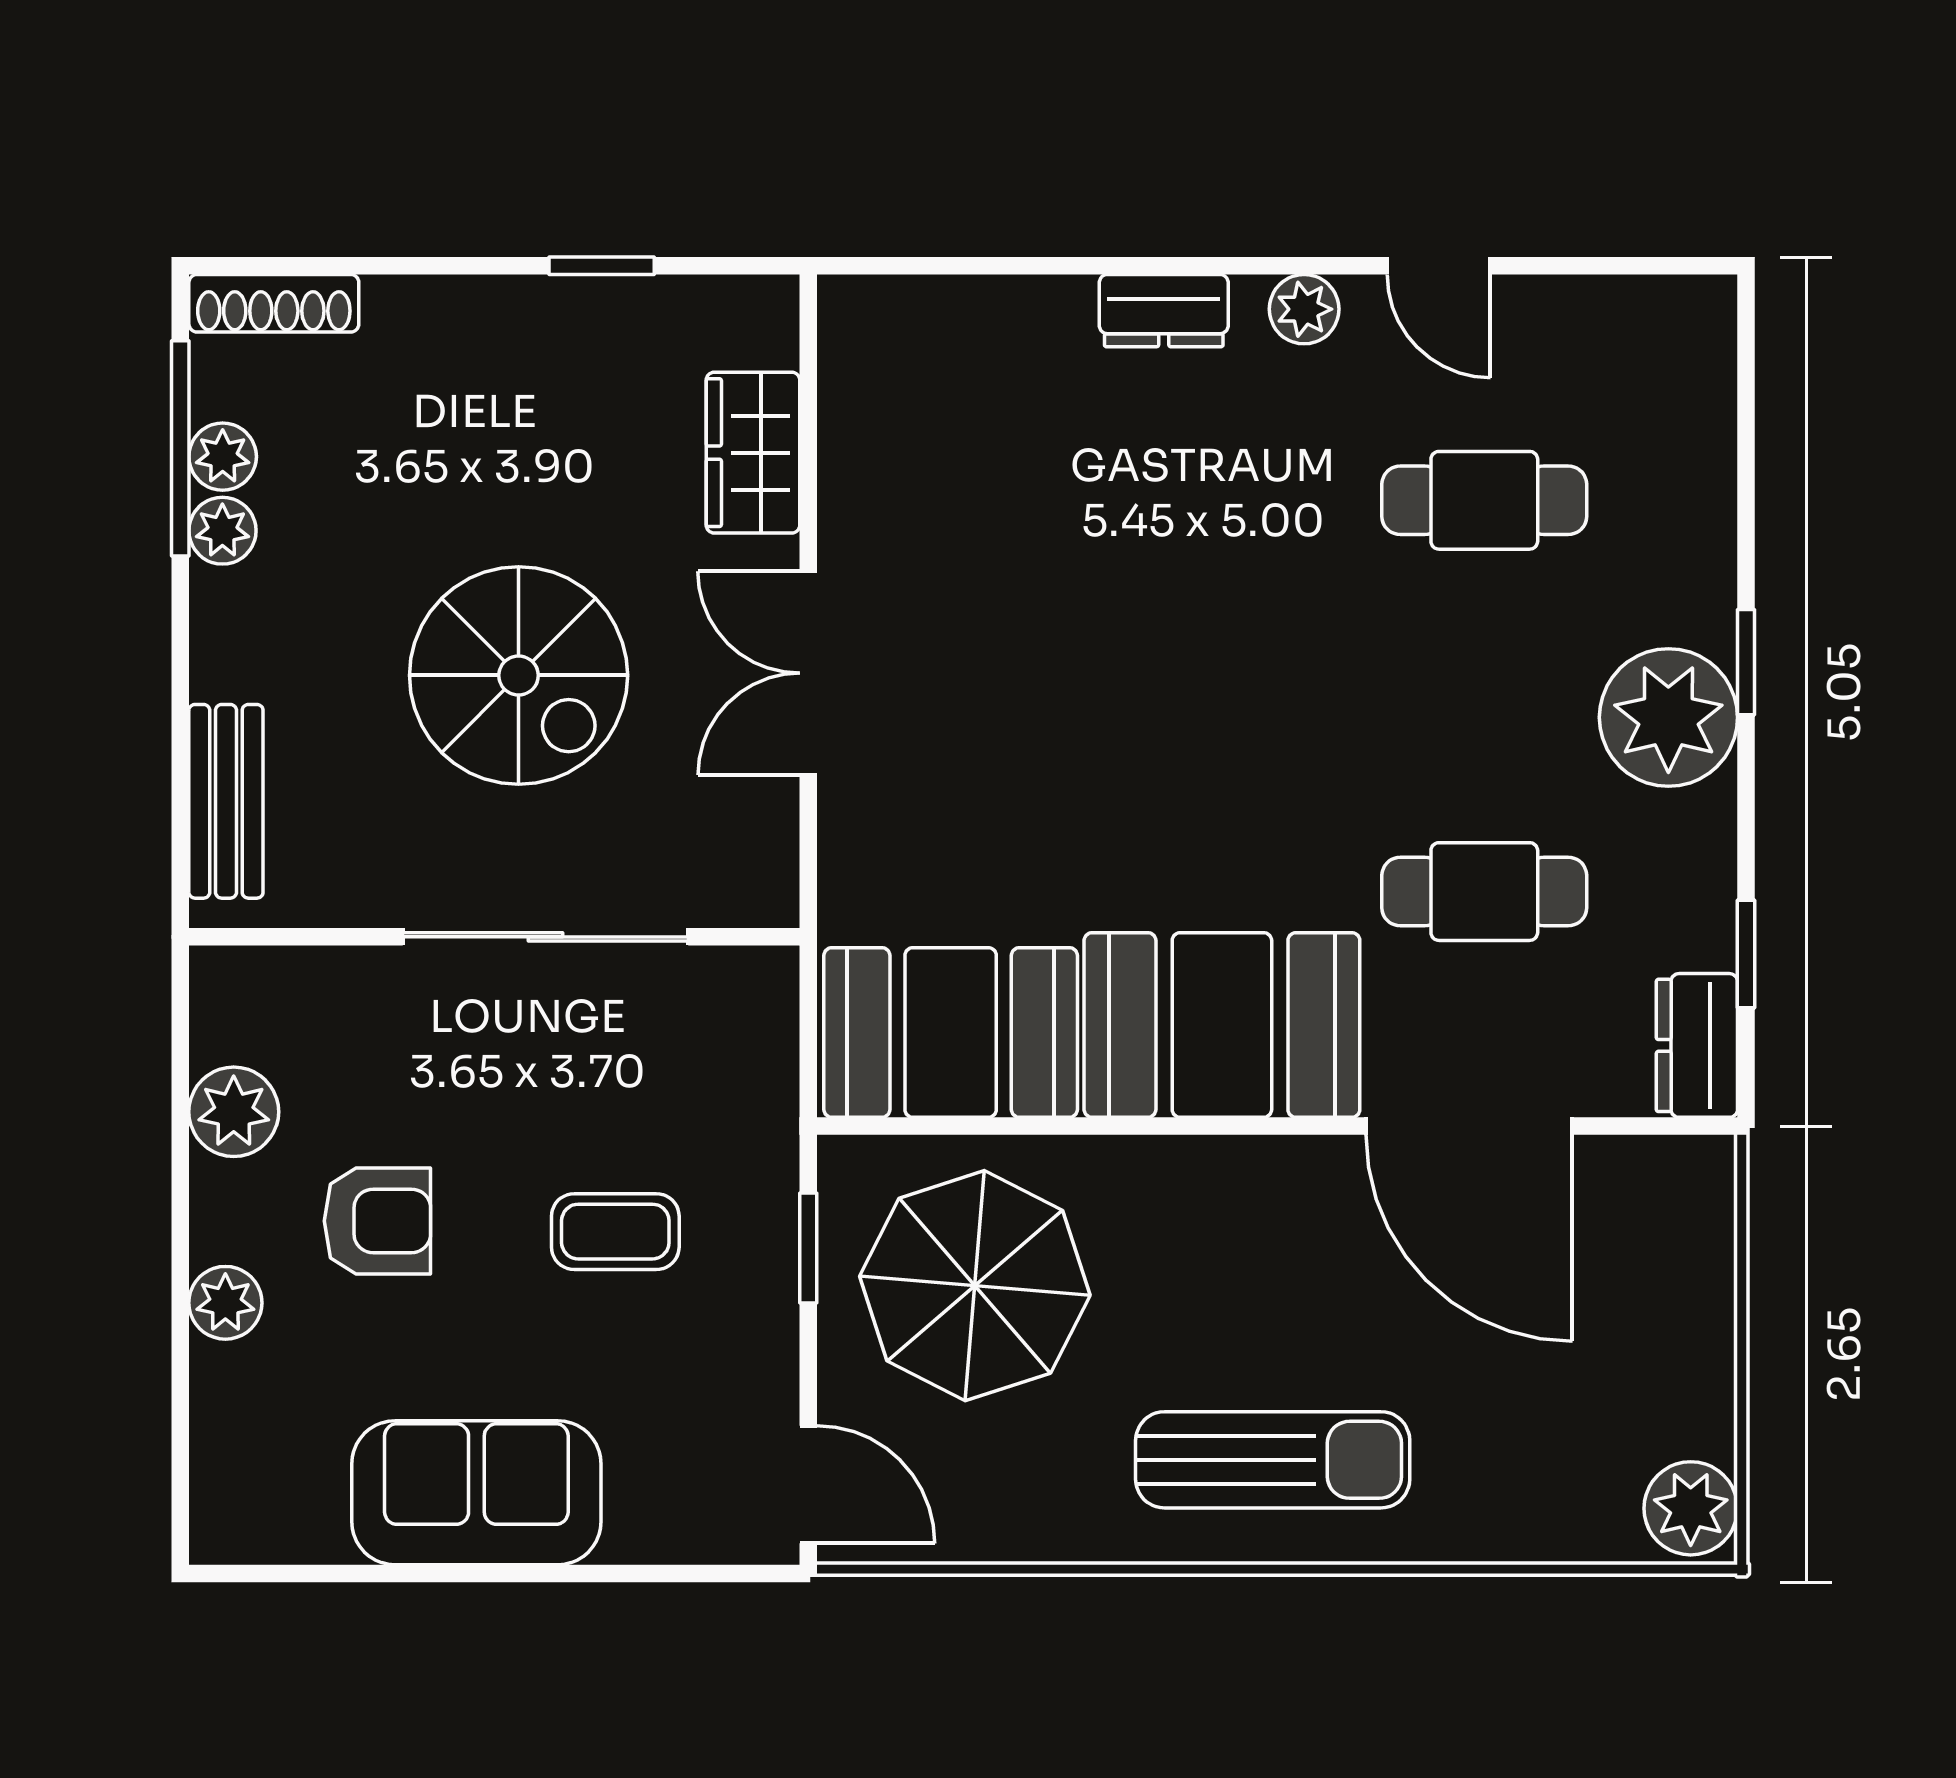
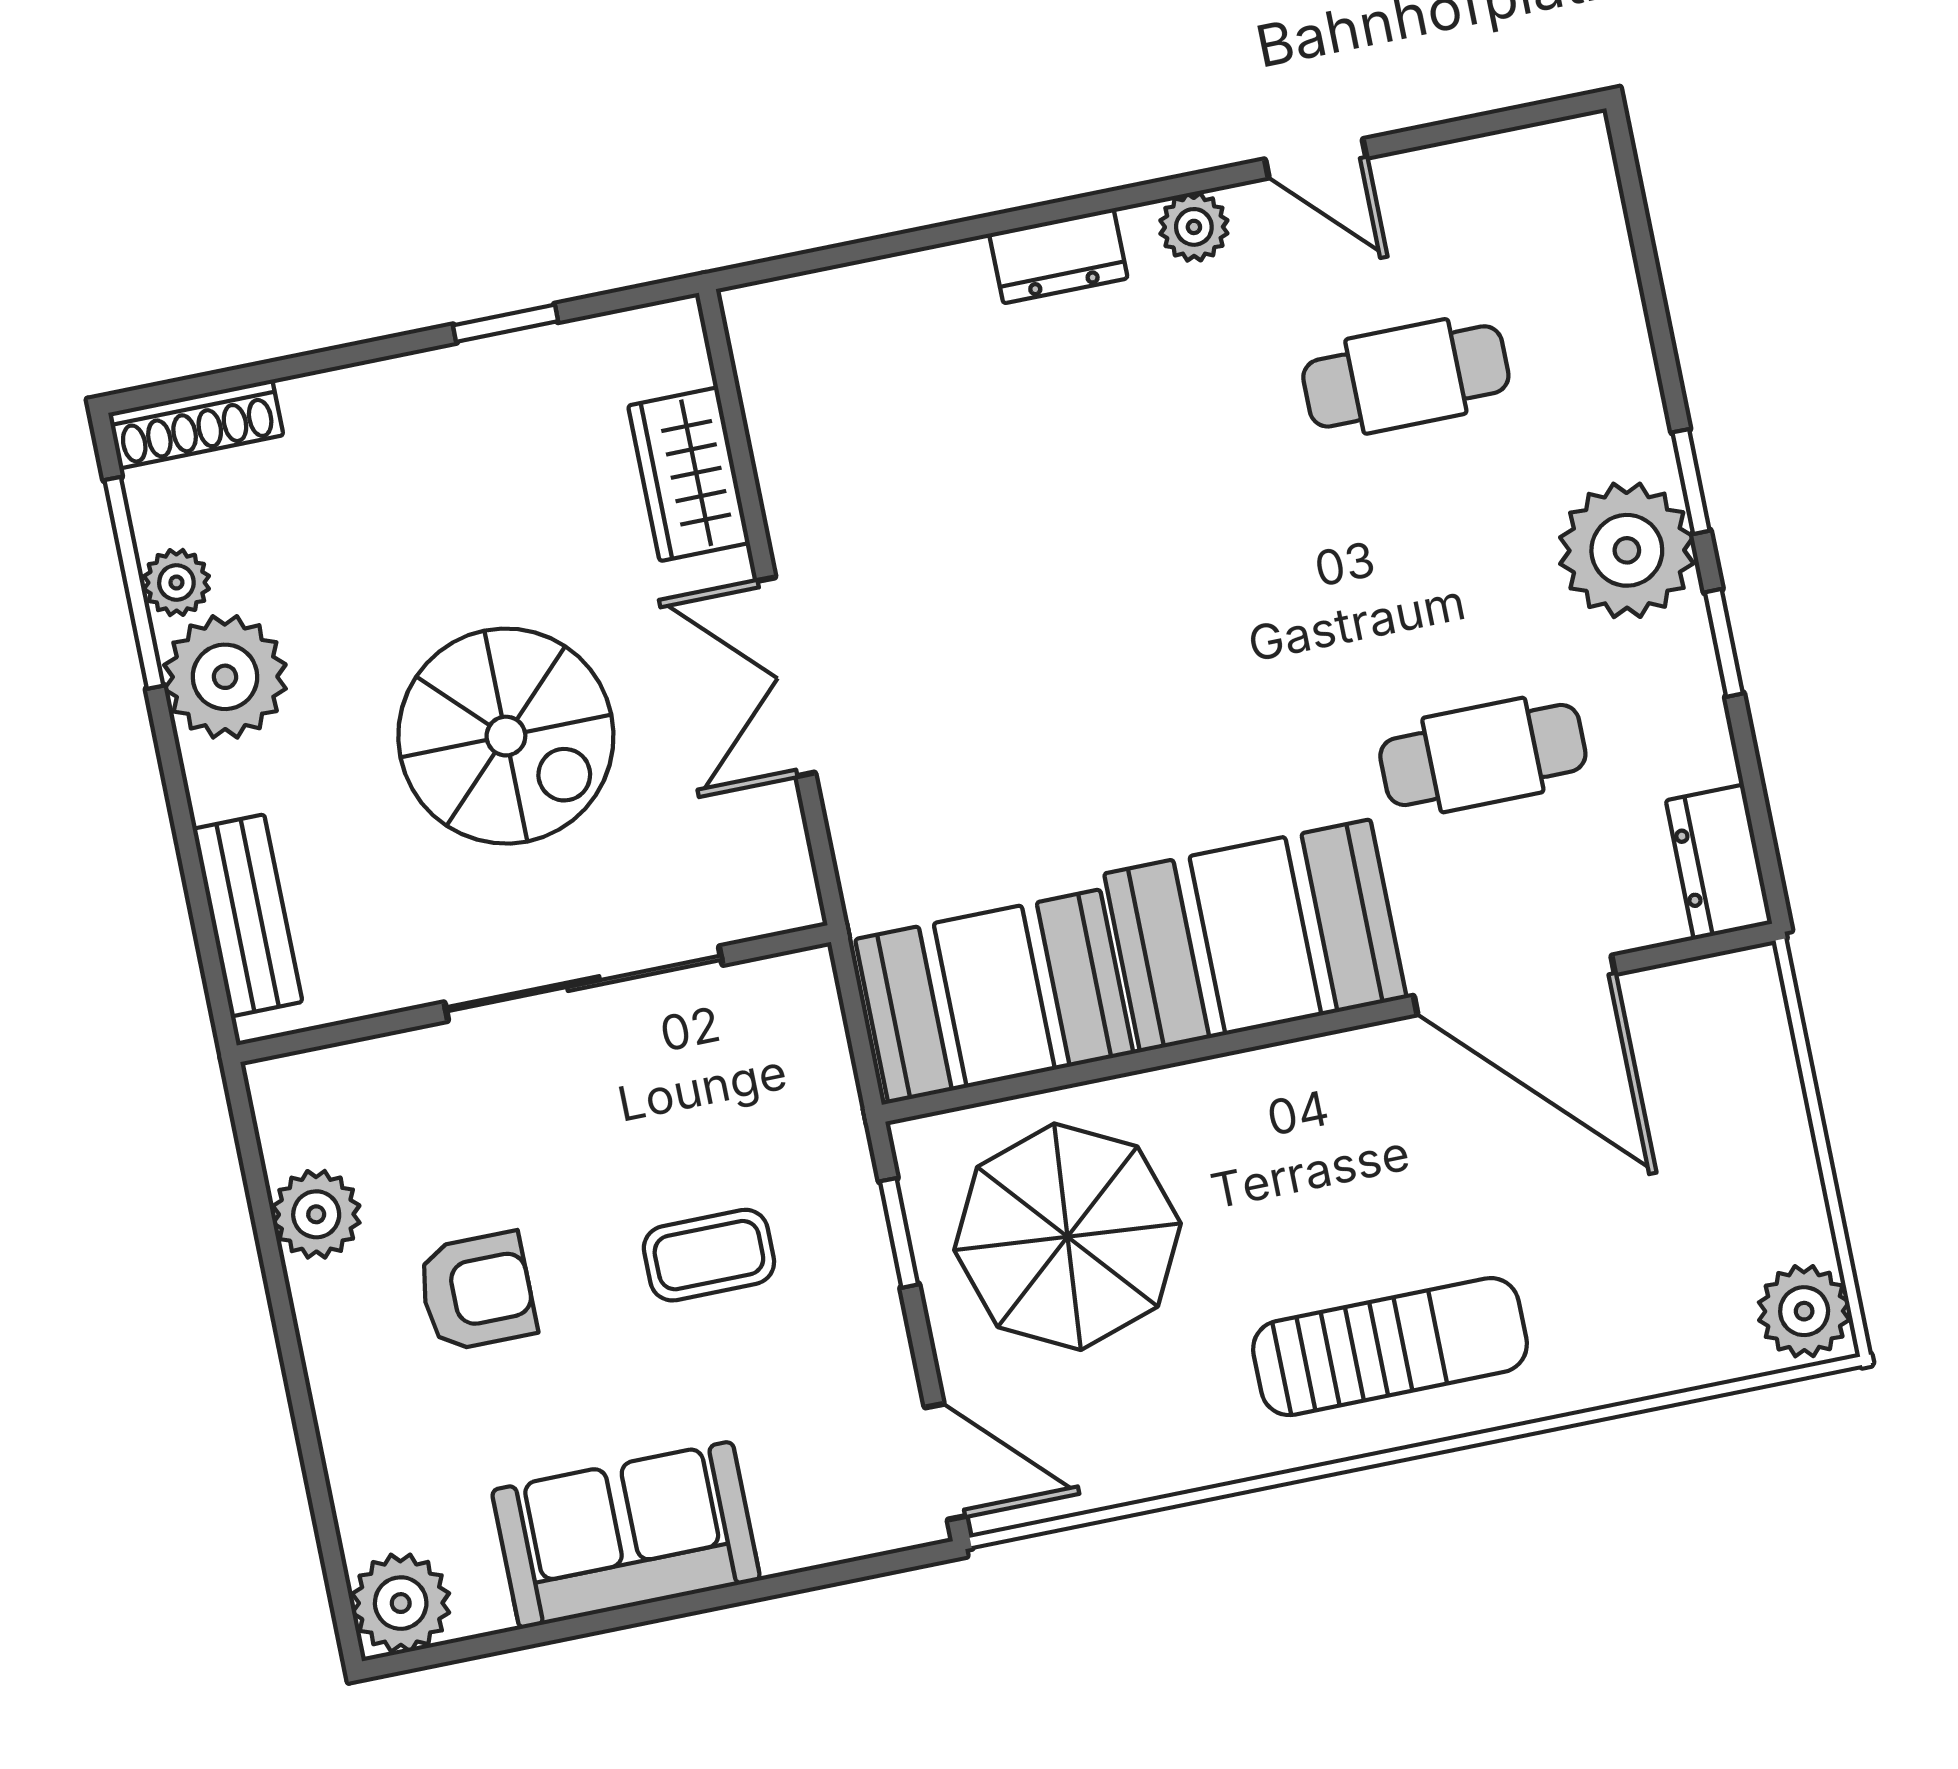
plant: (222, 531) -> (225, 677), width x1.88, depth x1.88
window: (1746, 954) -> (1724, 643), moved
plant: (225, 1303) -> (401, 1603), moved, width x1.38, depth x1.38

